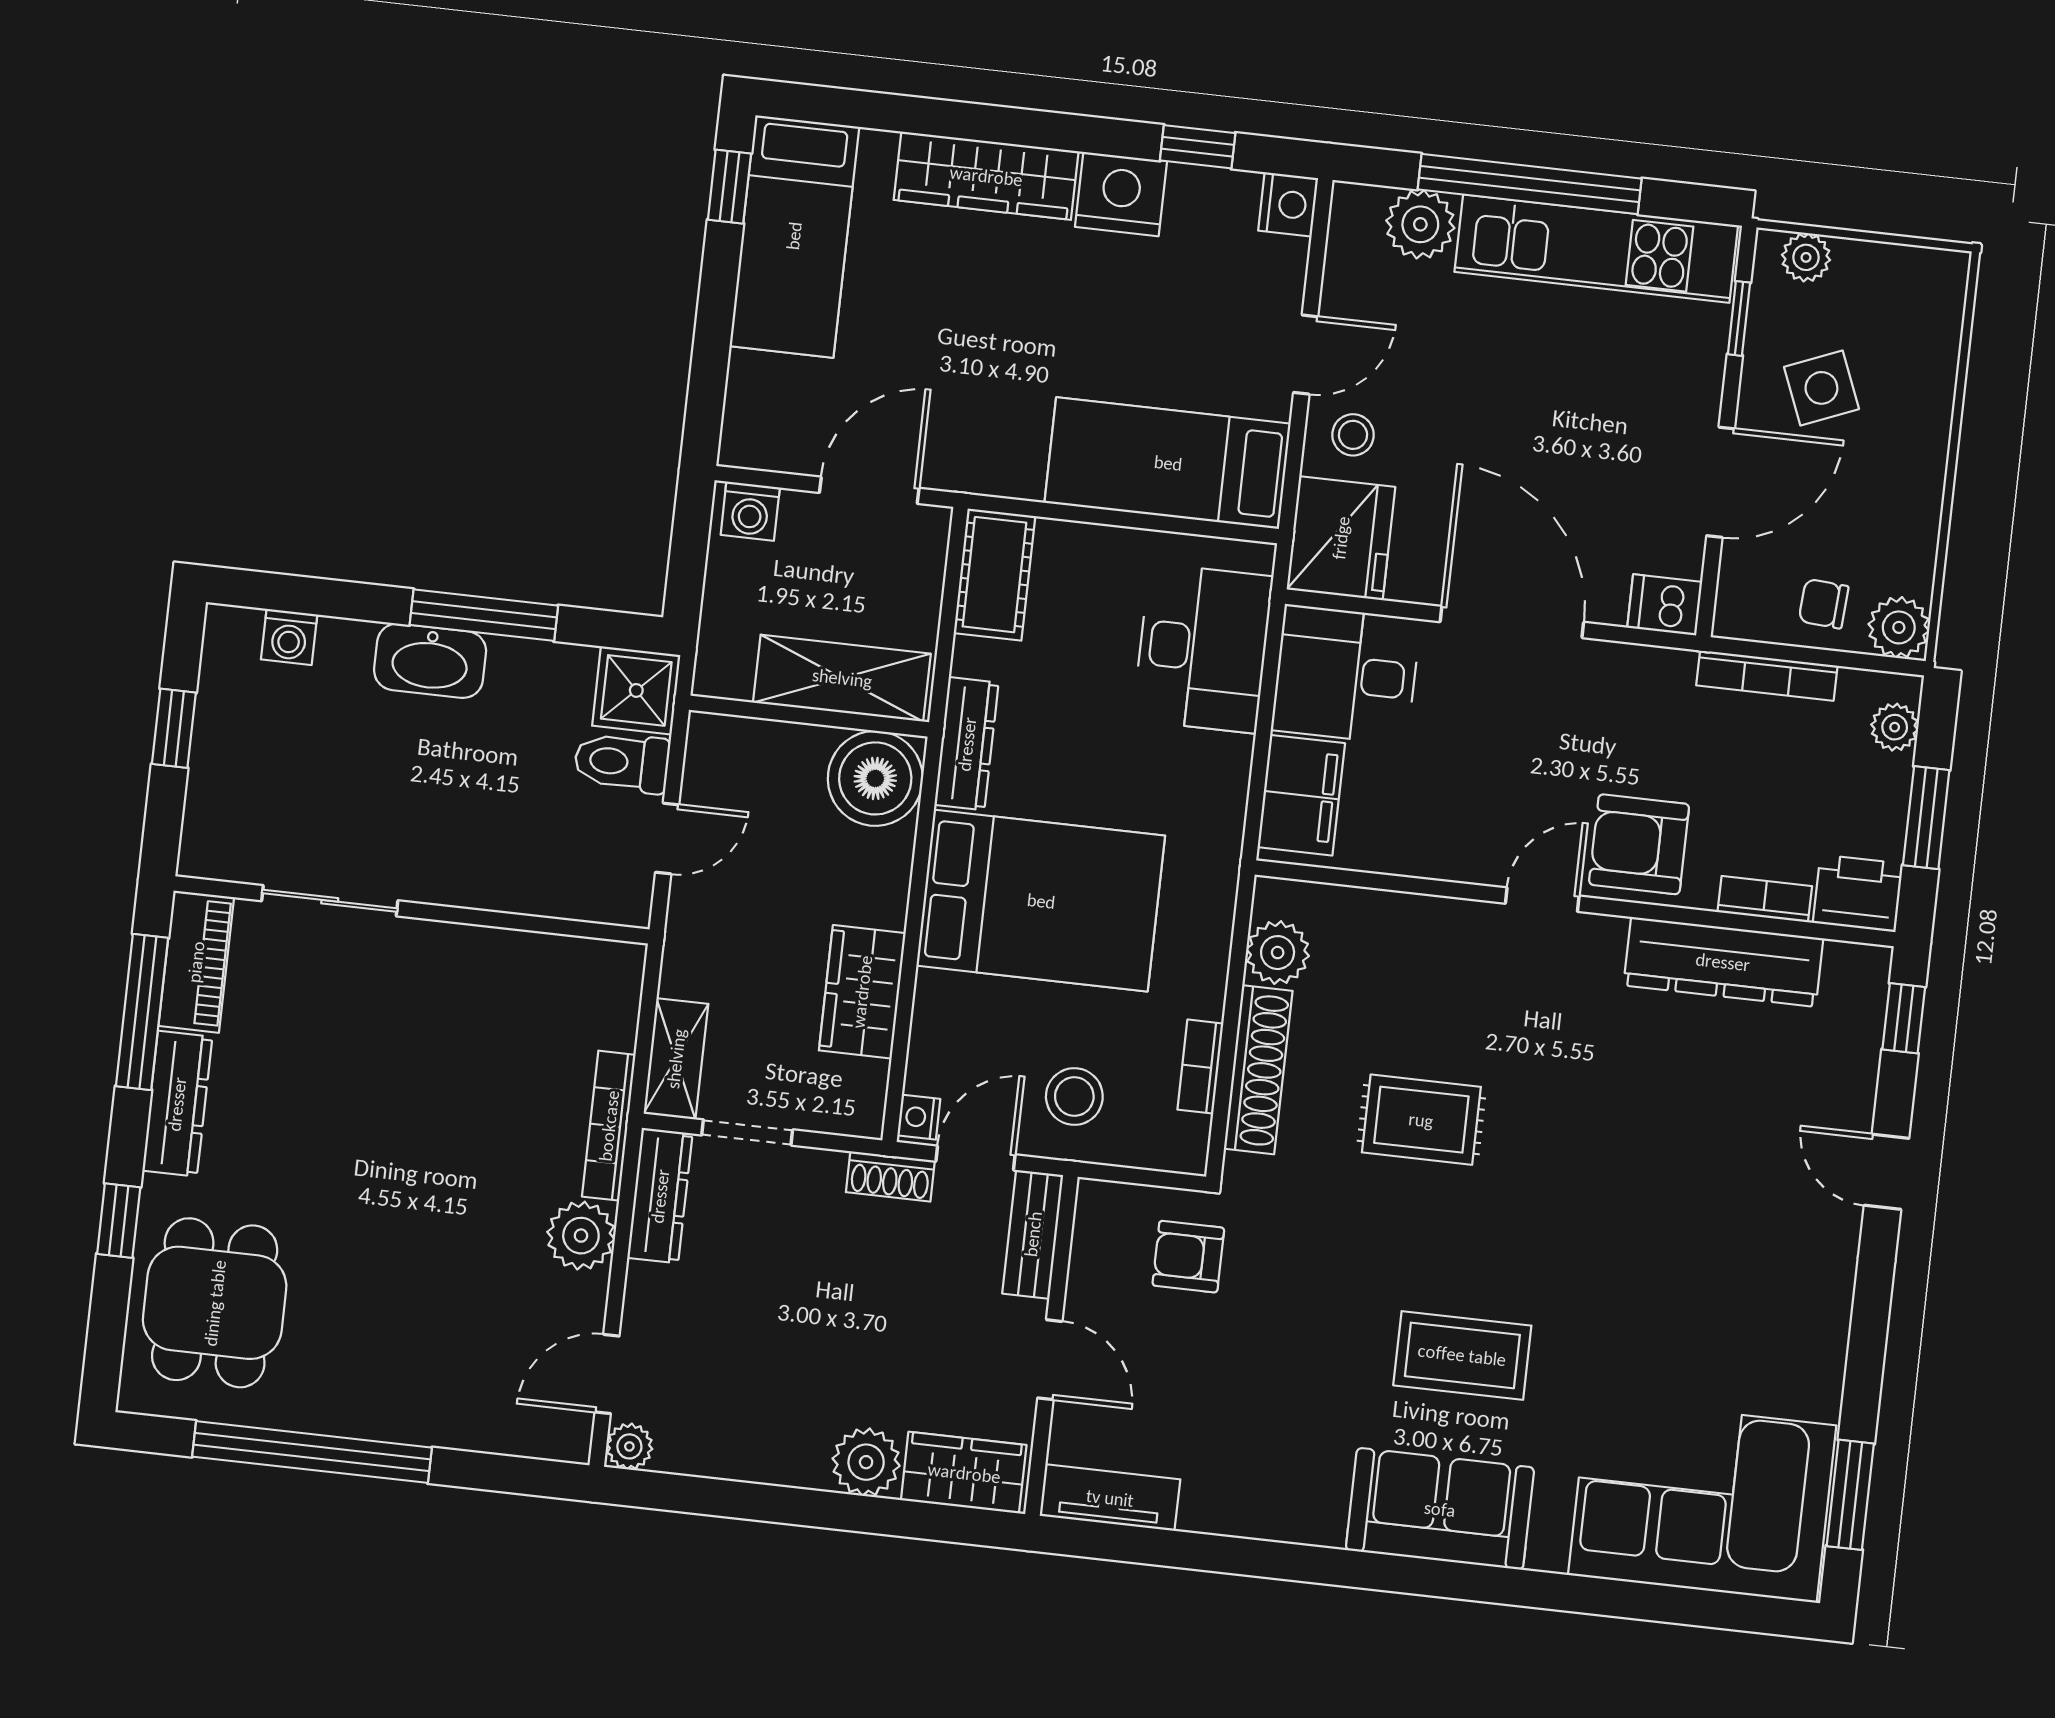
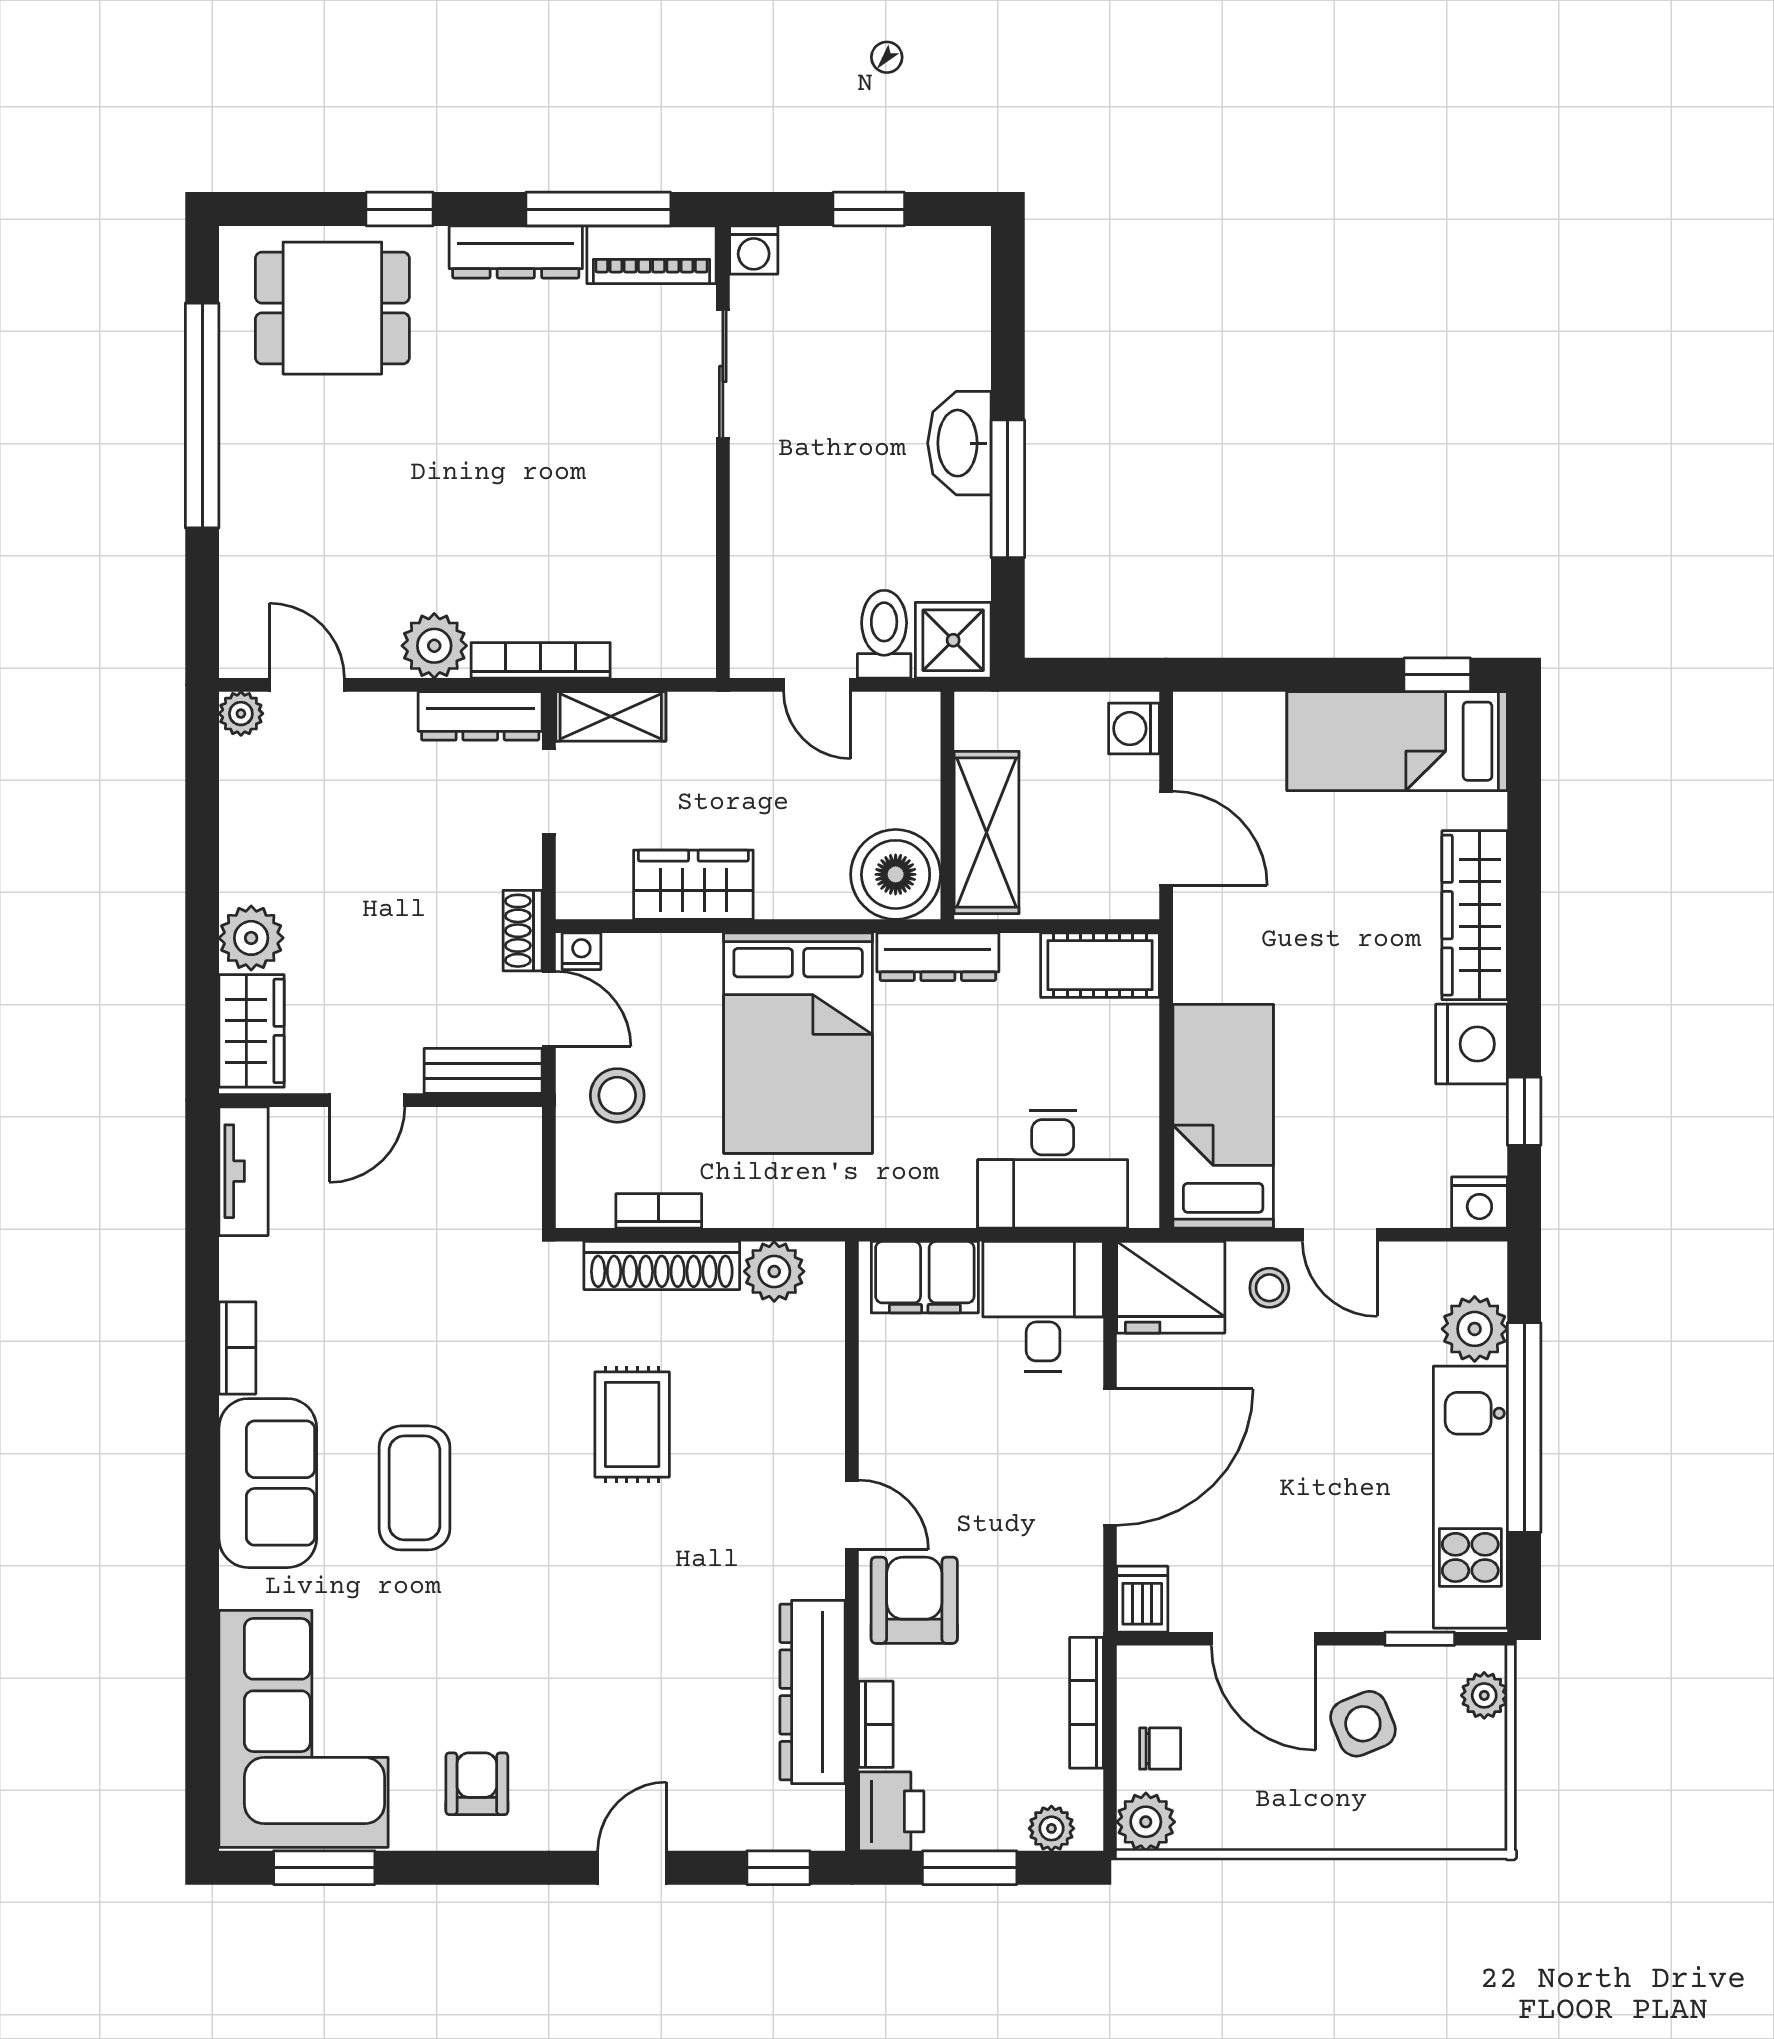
chair: (1824, 604) -> (1160, 1749), turned 86
washing machine: (289, 637) -> (754, 250), moved, turned -90
armchair: (1188, 1257) -> (477, 1784), moved
bookcase: (1295, 1525) -> (237, 1348), added

